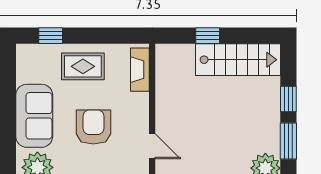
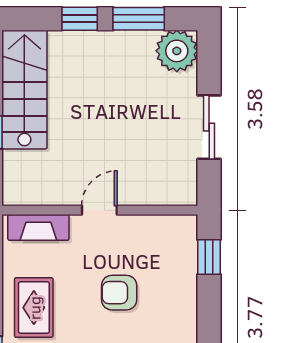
armchair: (93, 127) -> (119, 293), width x0.72, depth x0.72
door: (152, 146) -> (99, 210), moved

